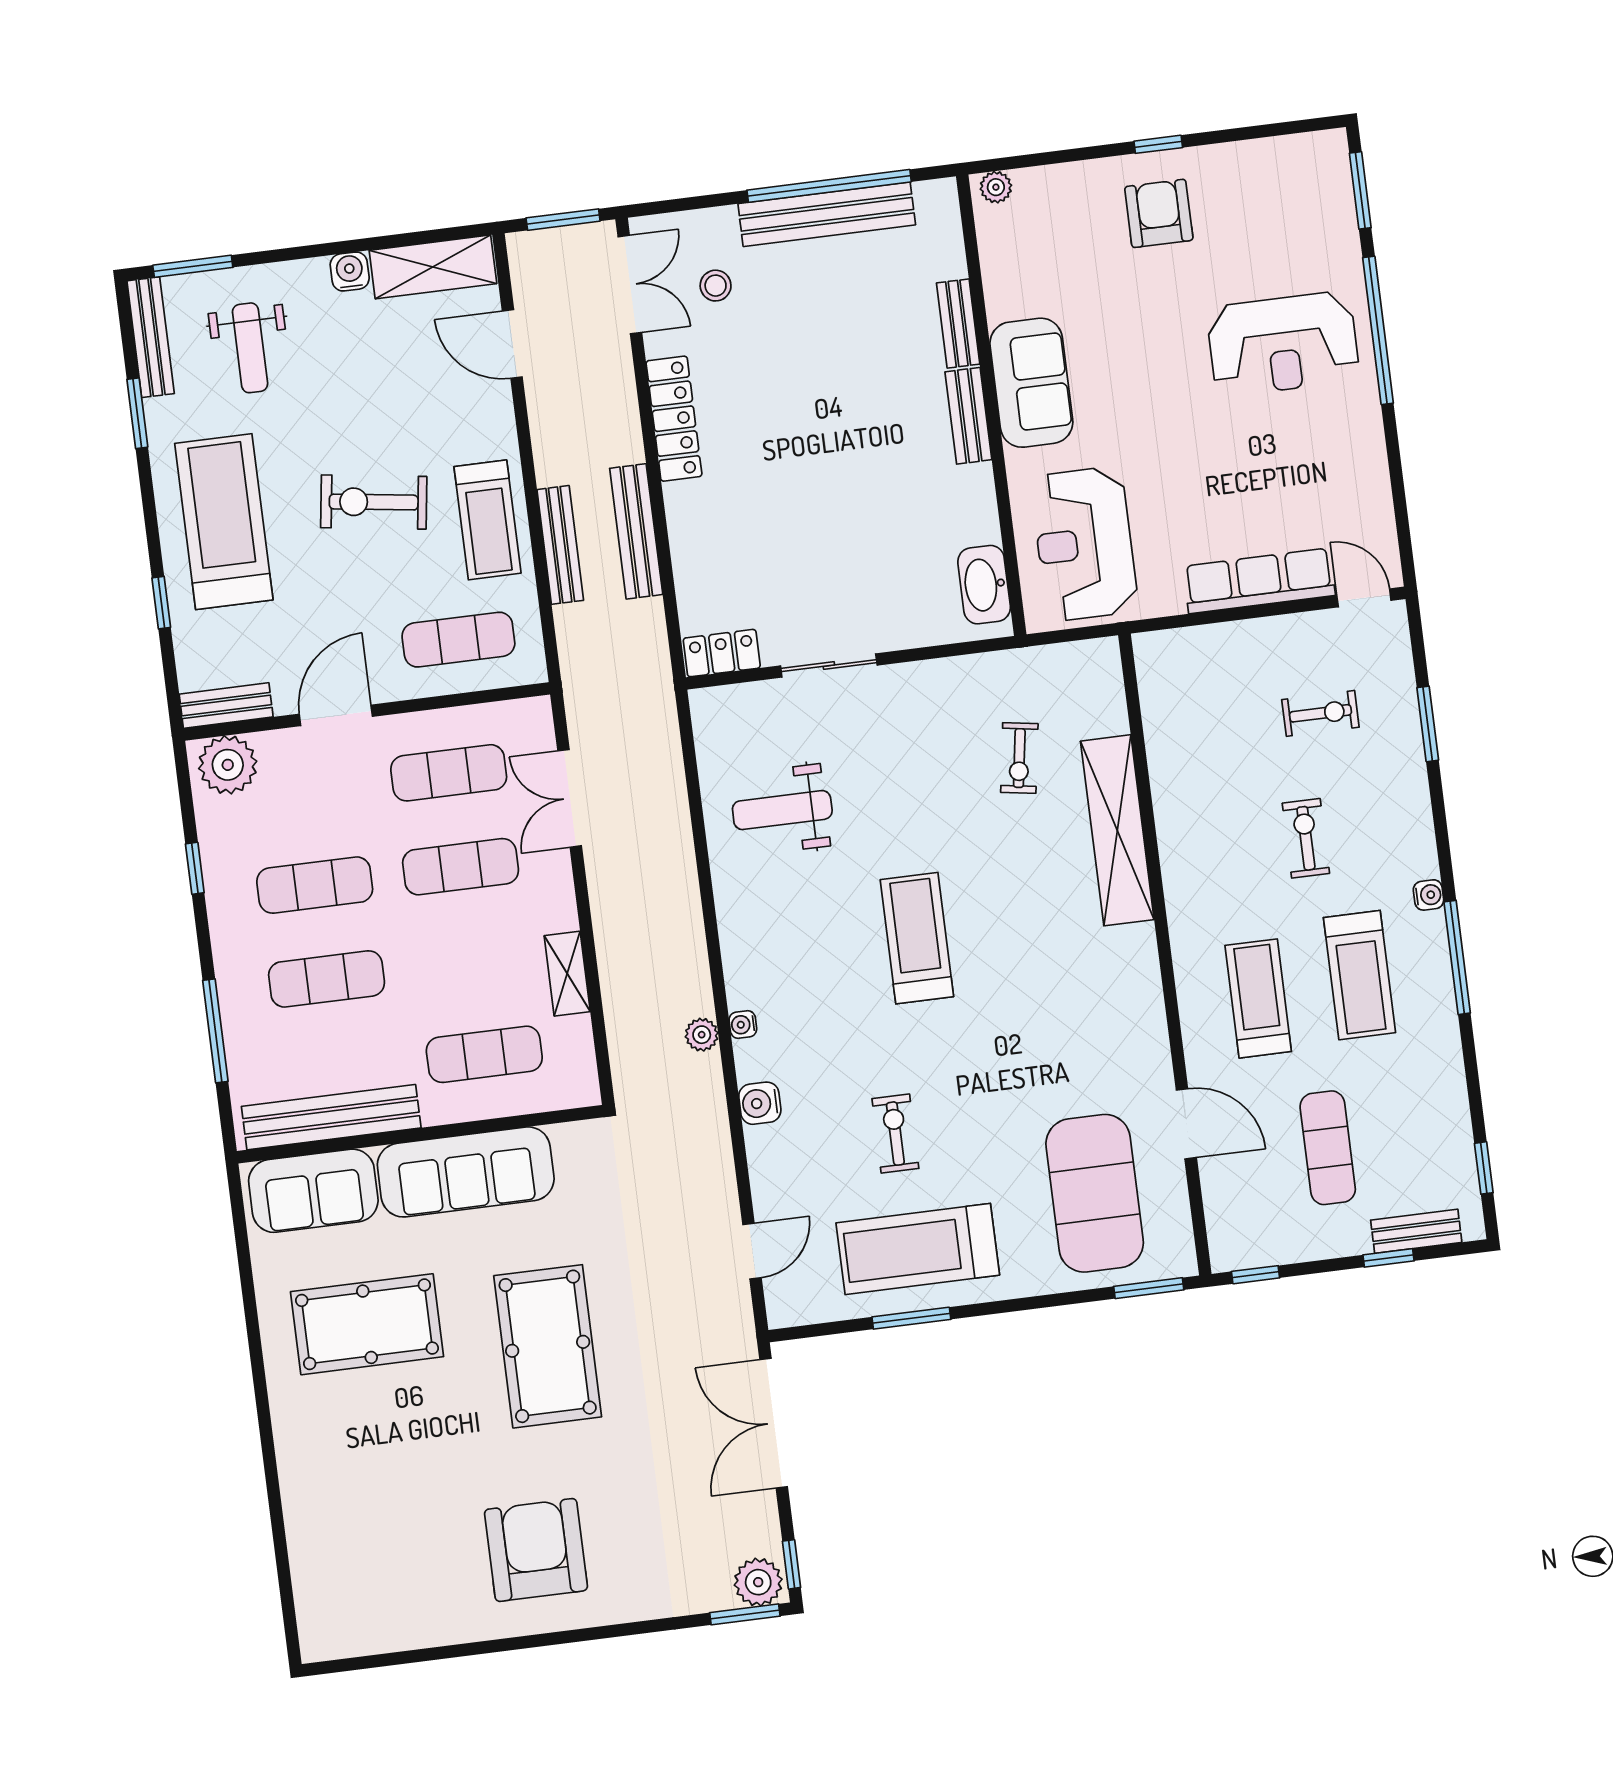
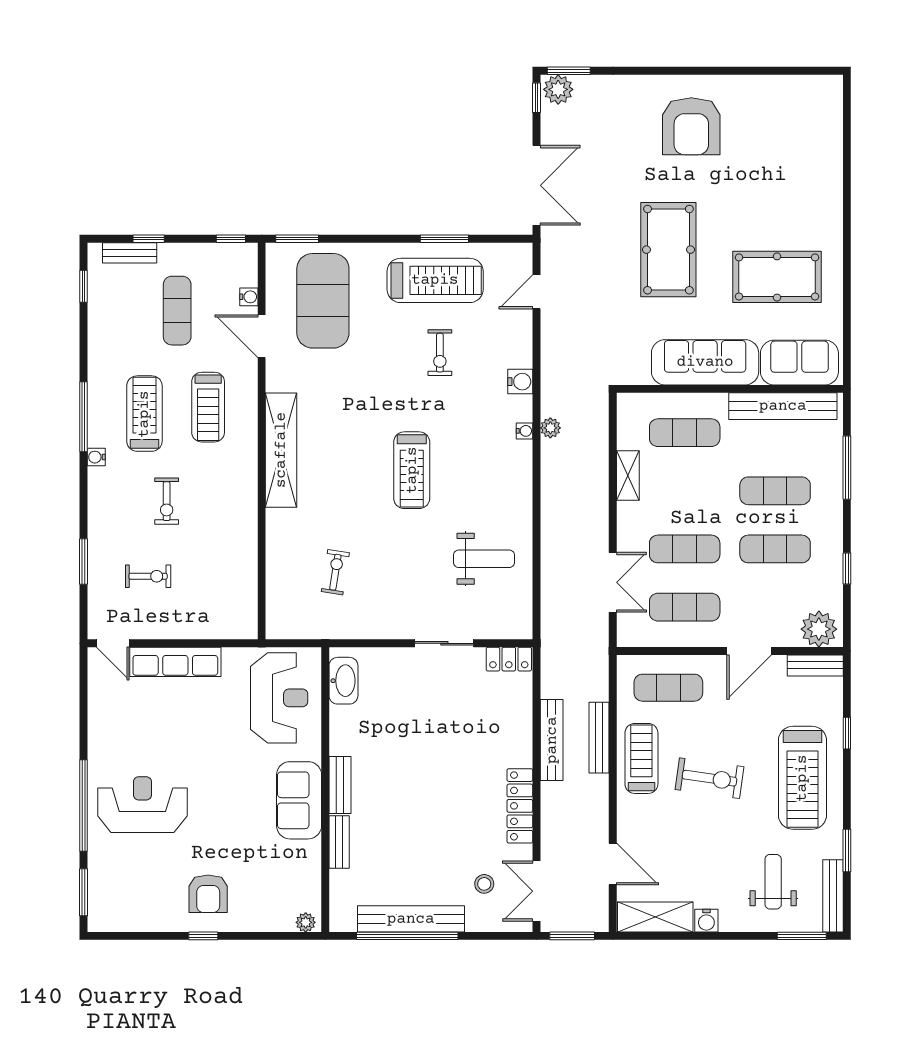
exercise bike: (1320, 713) -> (148, 576), turned 180
shelving: (1117, 830) -> (281, 450), moved
water cooler: (1215, 1185) -> (249, 297), added

